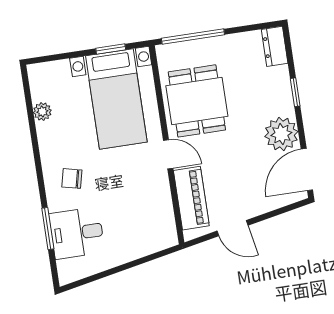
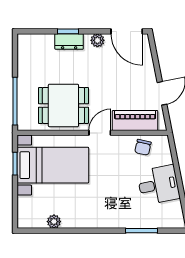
dresser: (275, 46) -> (69, 41), moved
plant: (281, 134) -> (97, 40), width x0.53, depth x0.53
chair: (72, 178) -> (143, 147), moved
desk: (77, 233) -> (158, 185), moved, turned -101

